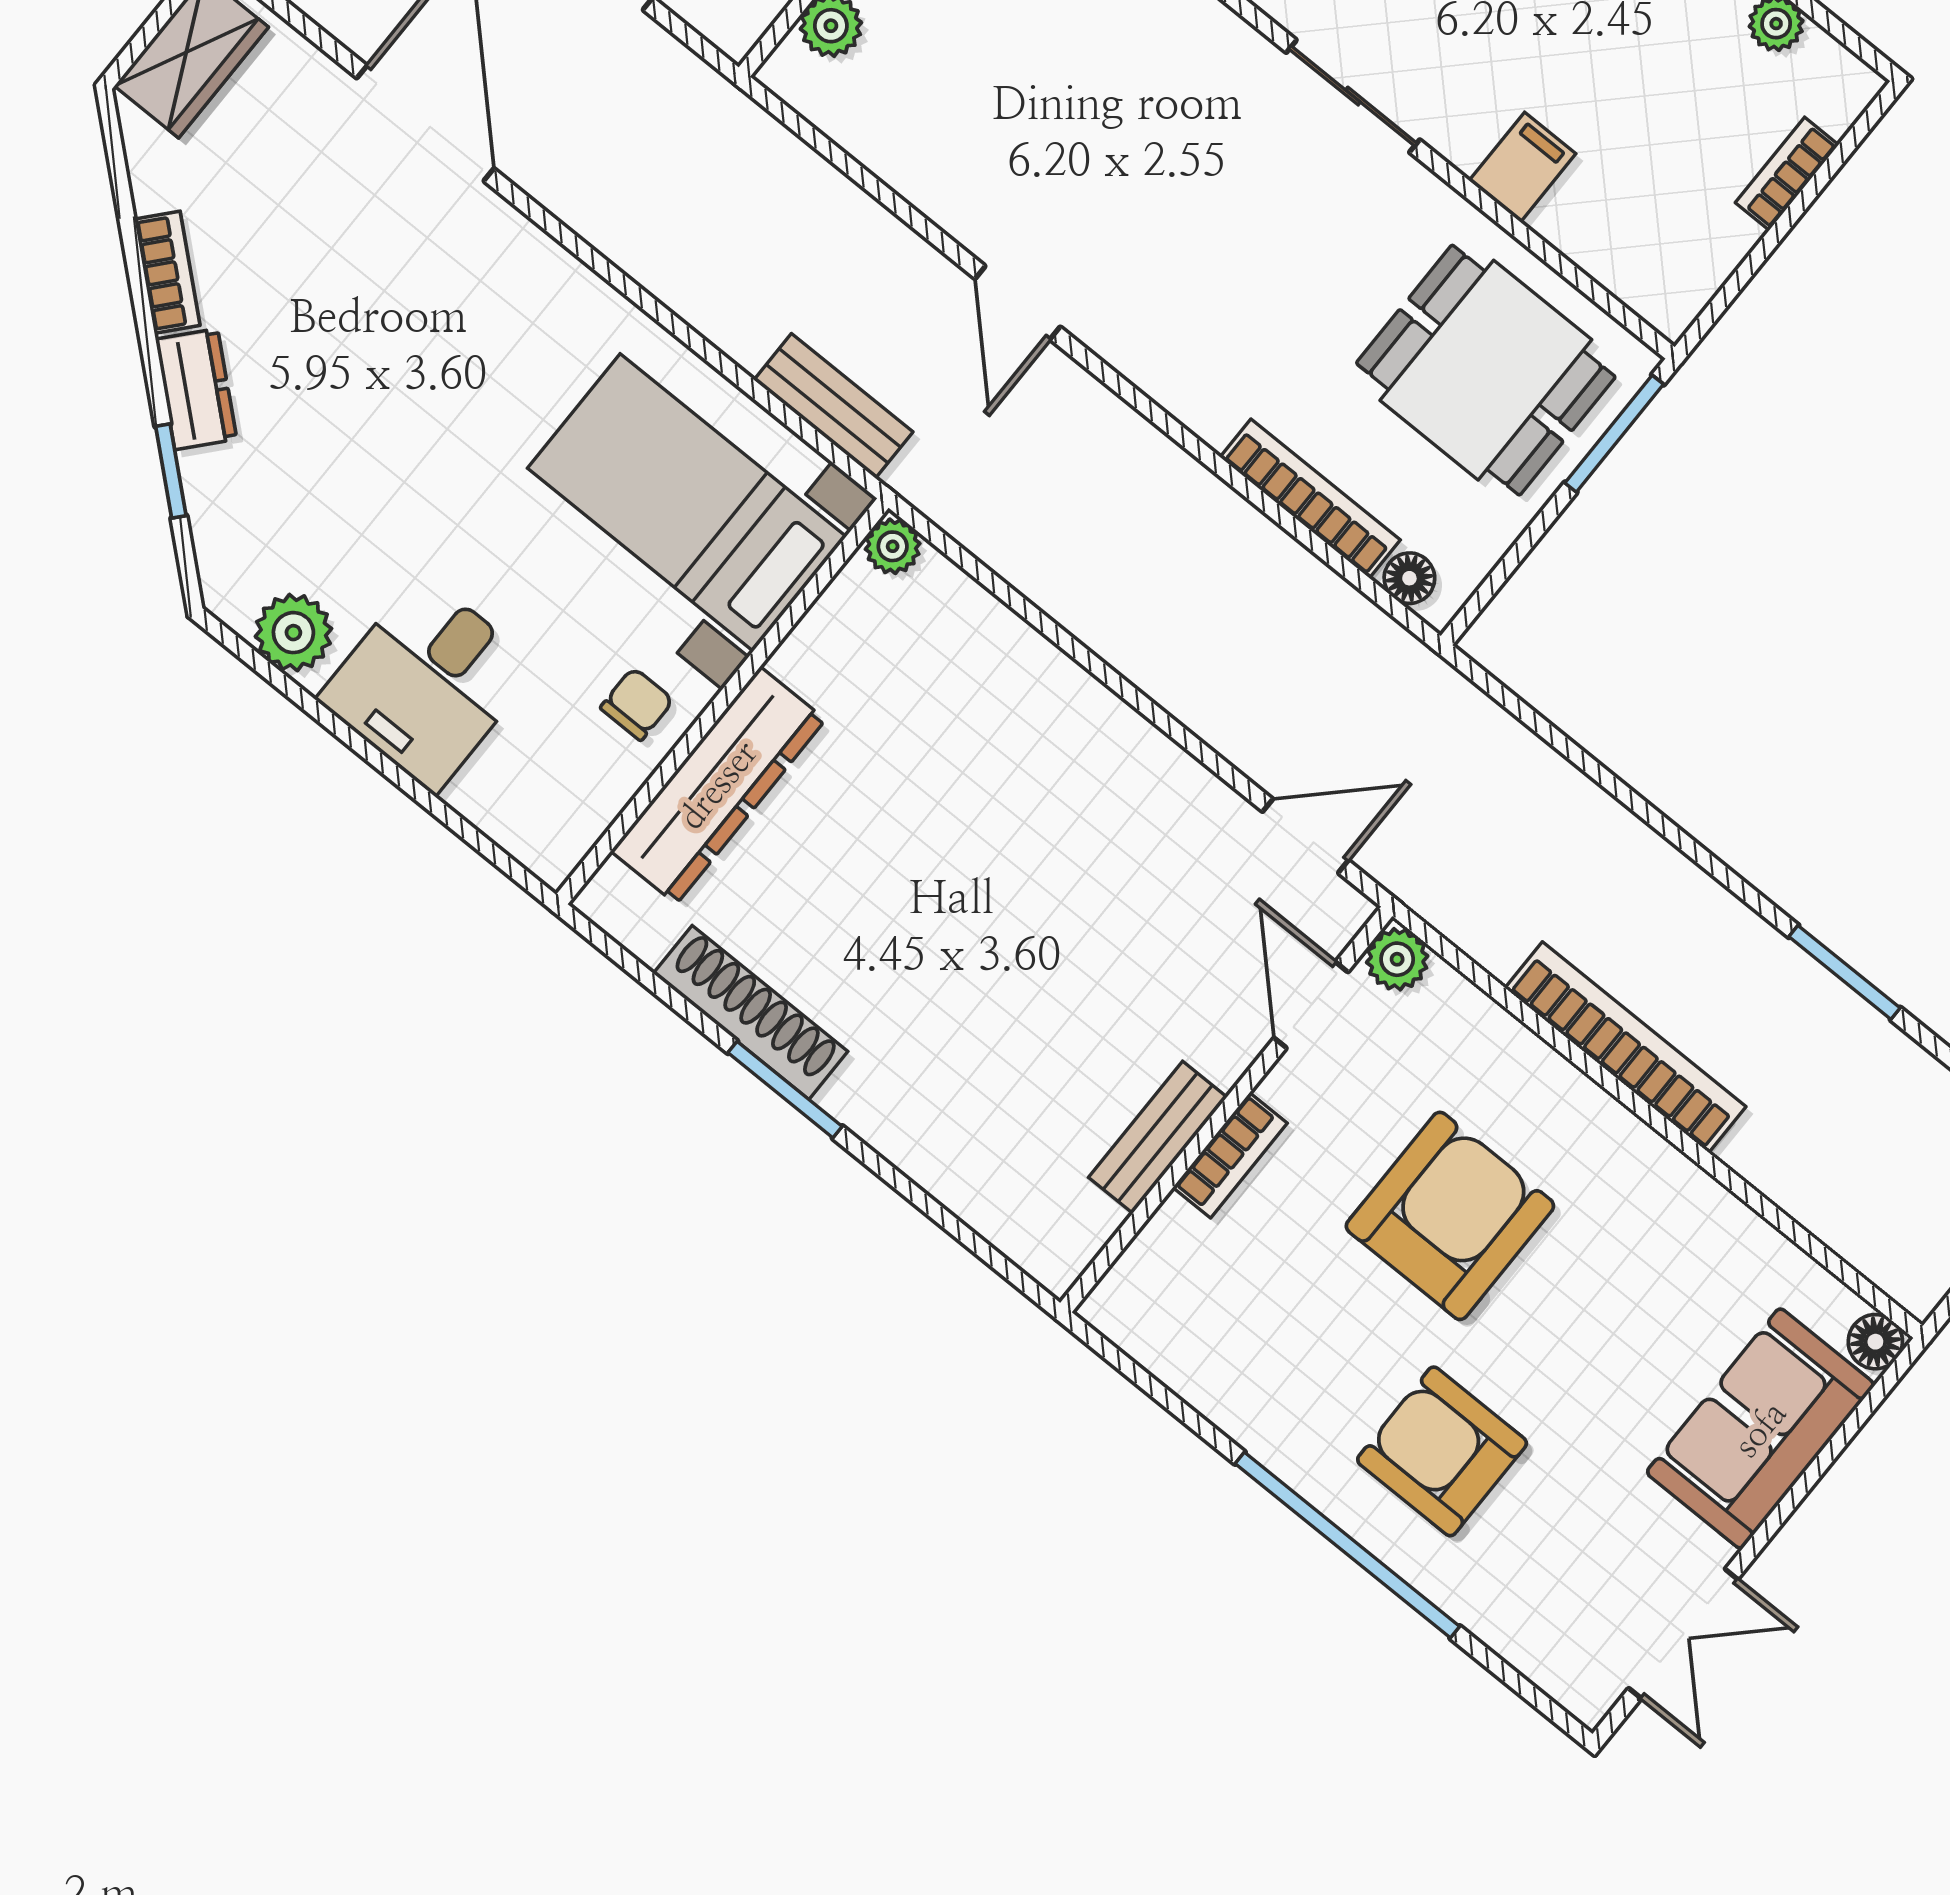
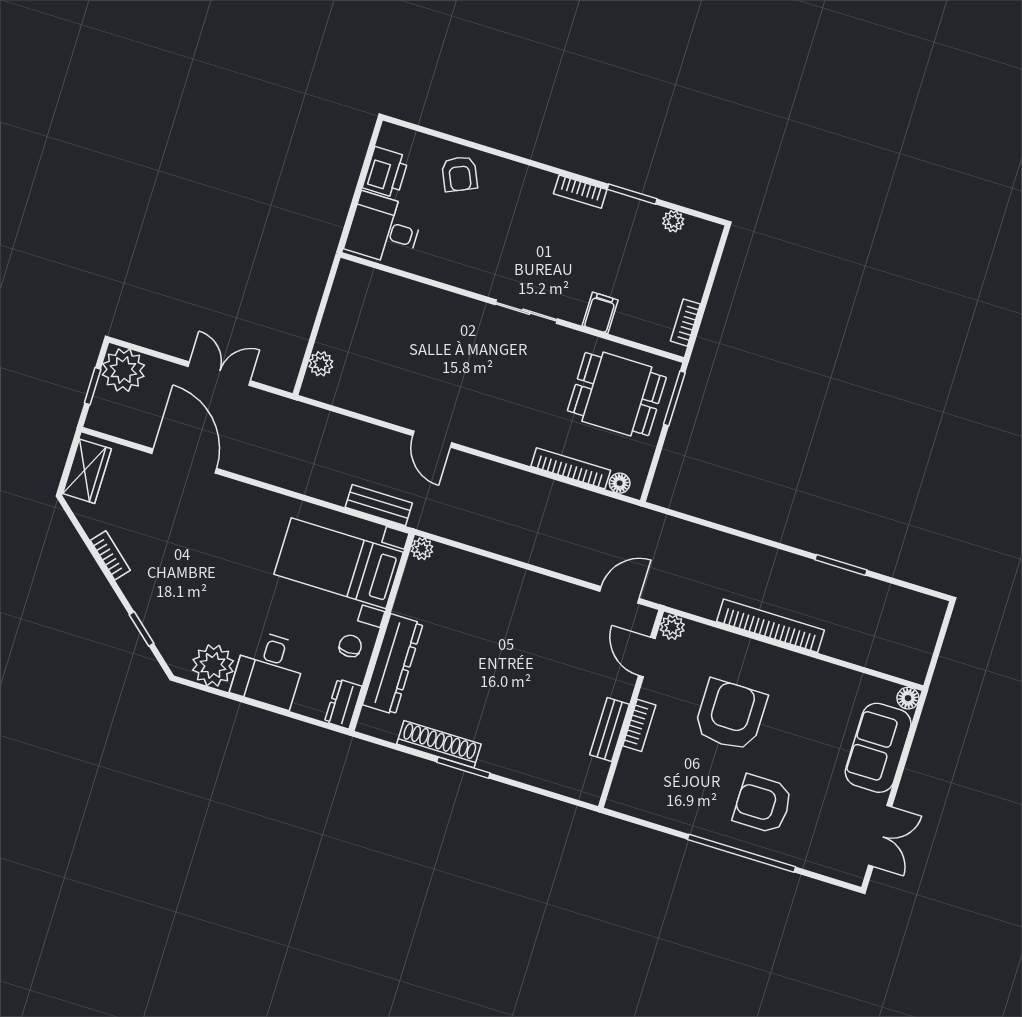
bookcase: (1787, 174) -> (685, 323), moved
dresser: (196, 389) -> (343, 704), moved, turned -131
plant: (293, 633) -> (213, 665), width x1.36, depth x1.36

